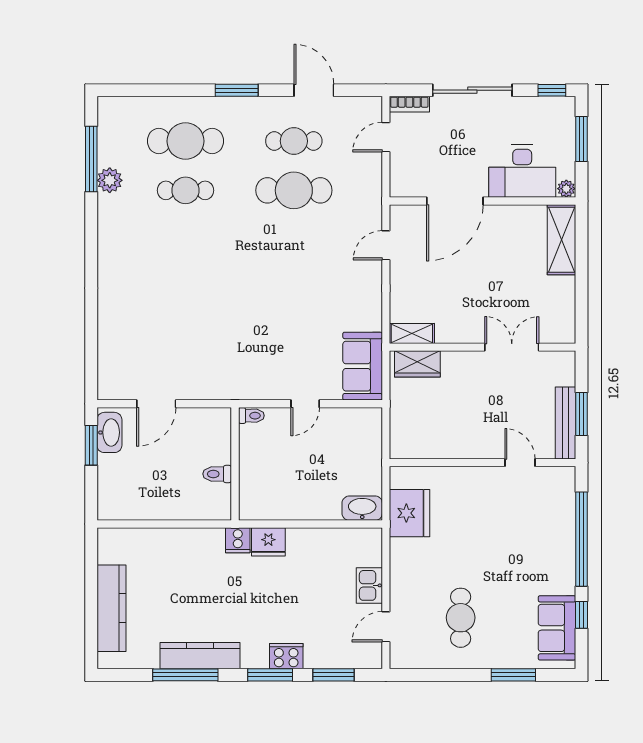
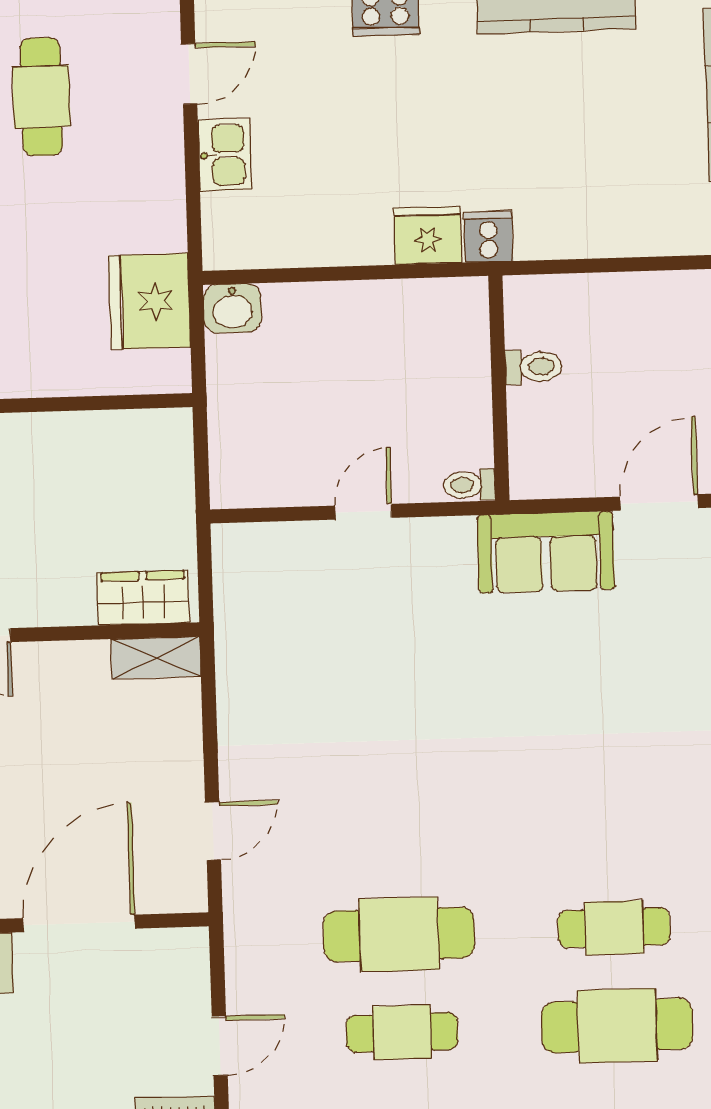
sofa: (363, 366) -> (546, 552), moved, turned 90
washbasin: (362, 508) -> (232, 308), width x0.72

